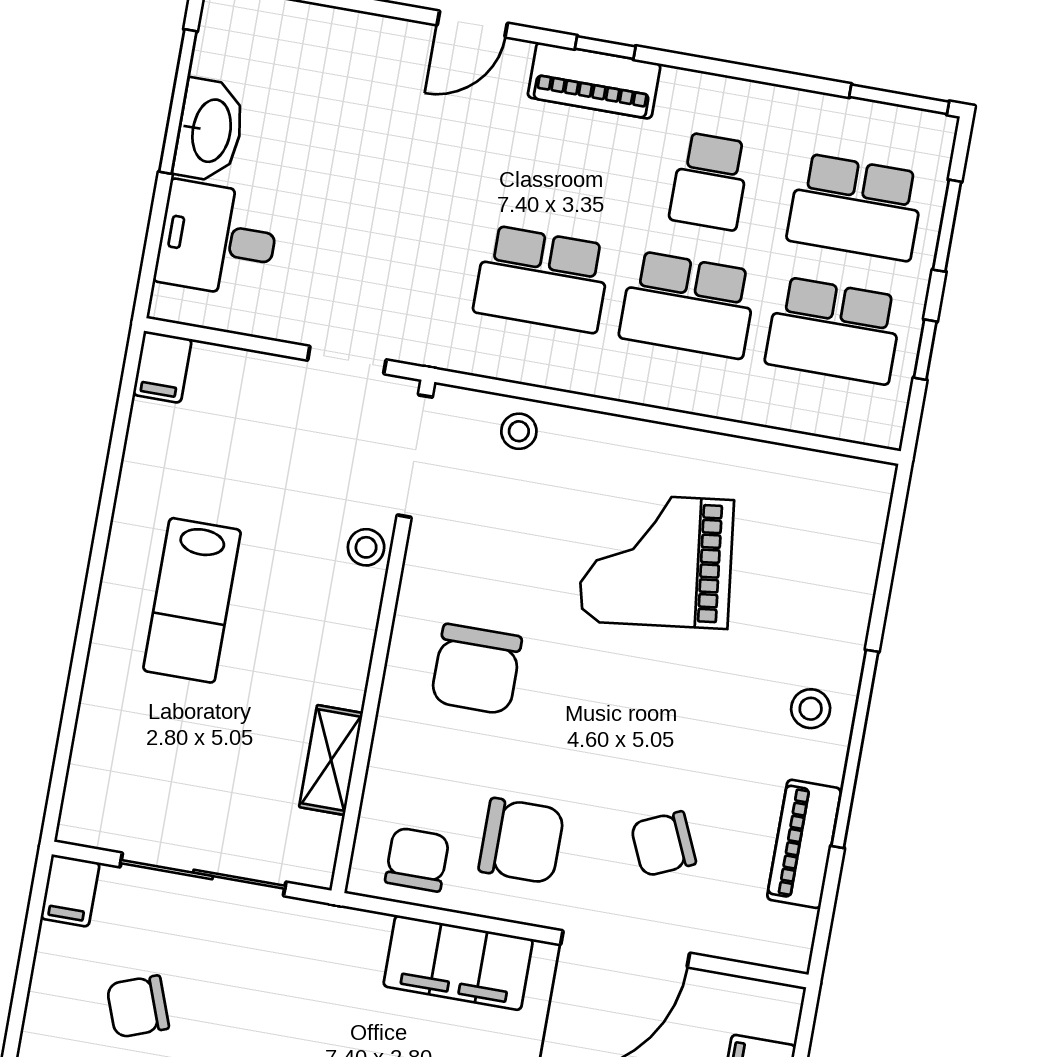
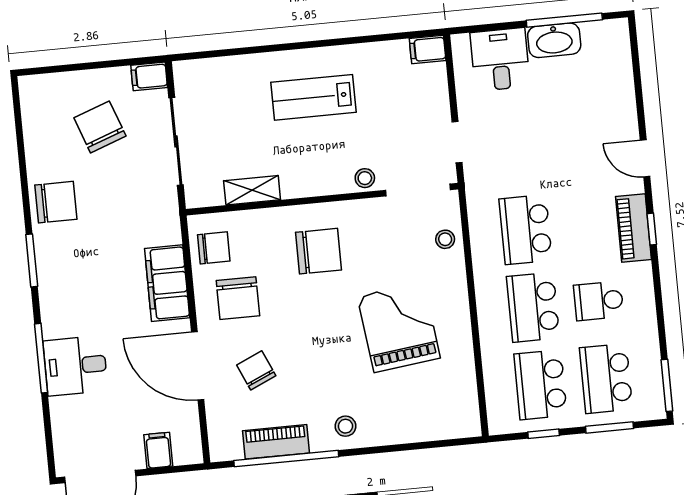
chair: (476, 669) -> (319, 251), turned 180
window: (855, 749) -> (286, 459), moved
chair: (138, 1007) -> (100, 127), width x1.37, depth x1.37

